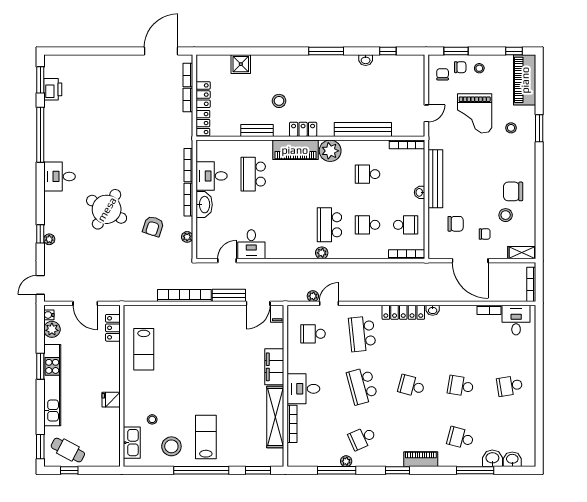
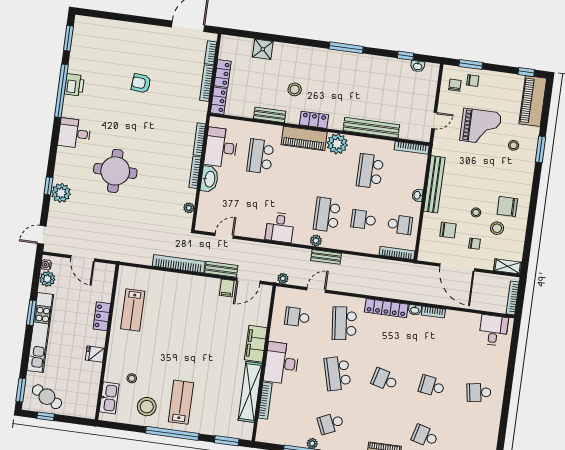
washbasin: (366, 60) -> (418, 66), moved
stool: (479, 68) -> (476, 212), moved
printer: (53, 89) -> (74, 85), moved
bookcase: (188, 100) -> (206, 83), width x1.56
grand piano: (475, 113) -> (481, 127), turned -90
school desk: (368, 174) -> (370, 171), width x1.85
desk: (212, 176) -> (221, 147), width x1.37
round table: (107, 209) -> (115, 171), turned -31
armchair: (153, 226) -> (141, 83), moved, turned 77
plant: (49, 239) -> (61, 193), width x1.87, depth x1.87
desk: (251, 244) -> (280, 227), moved
bench: (334, 268) -> (326, 257), added
plant: (313, 296) -> (283, 278), moved
bookcase: (489, 310) -> (433, 312), moved
filing cabinet: (277, 314) -> (227, 288), moved
locker: (113, 328) -> (102, 316), moved
desk: (303, 389) -> (281, 363), width x1.37

